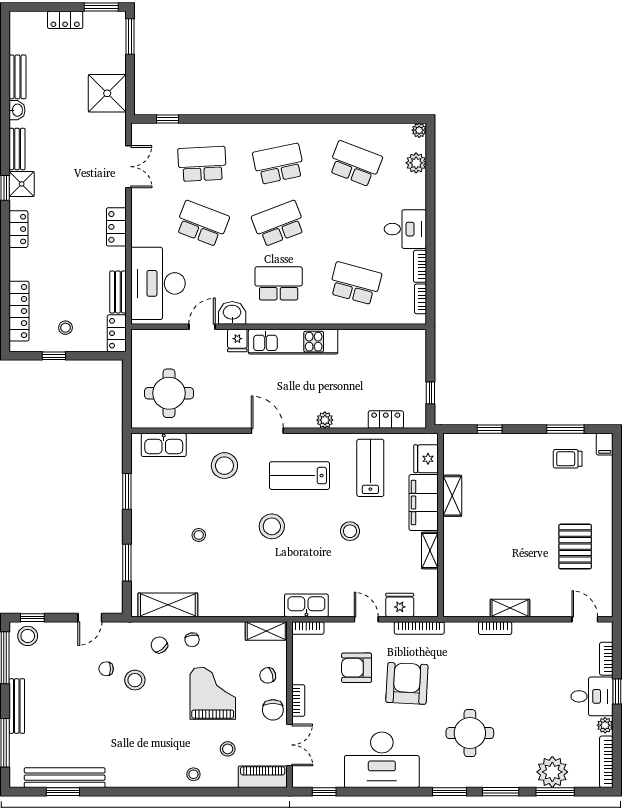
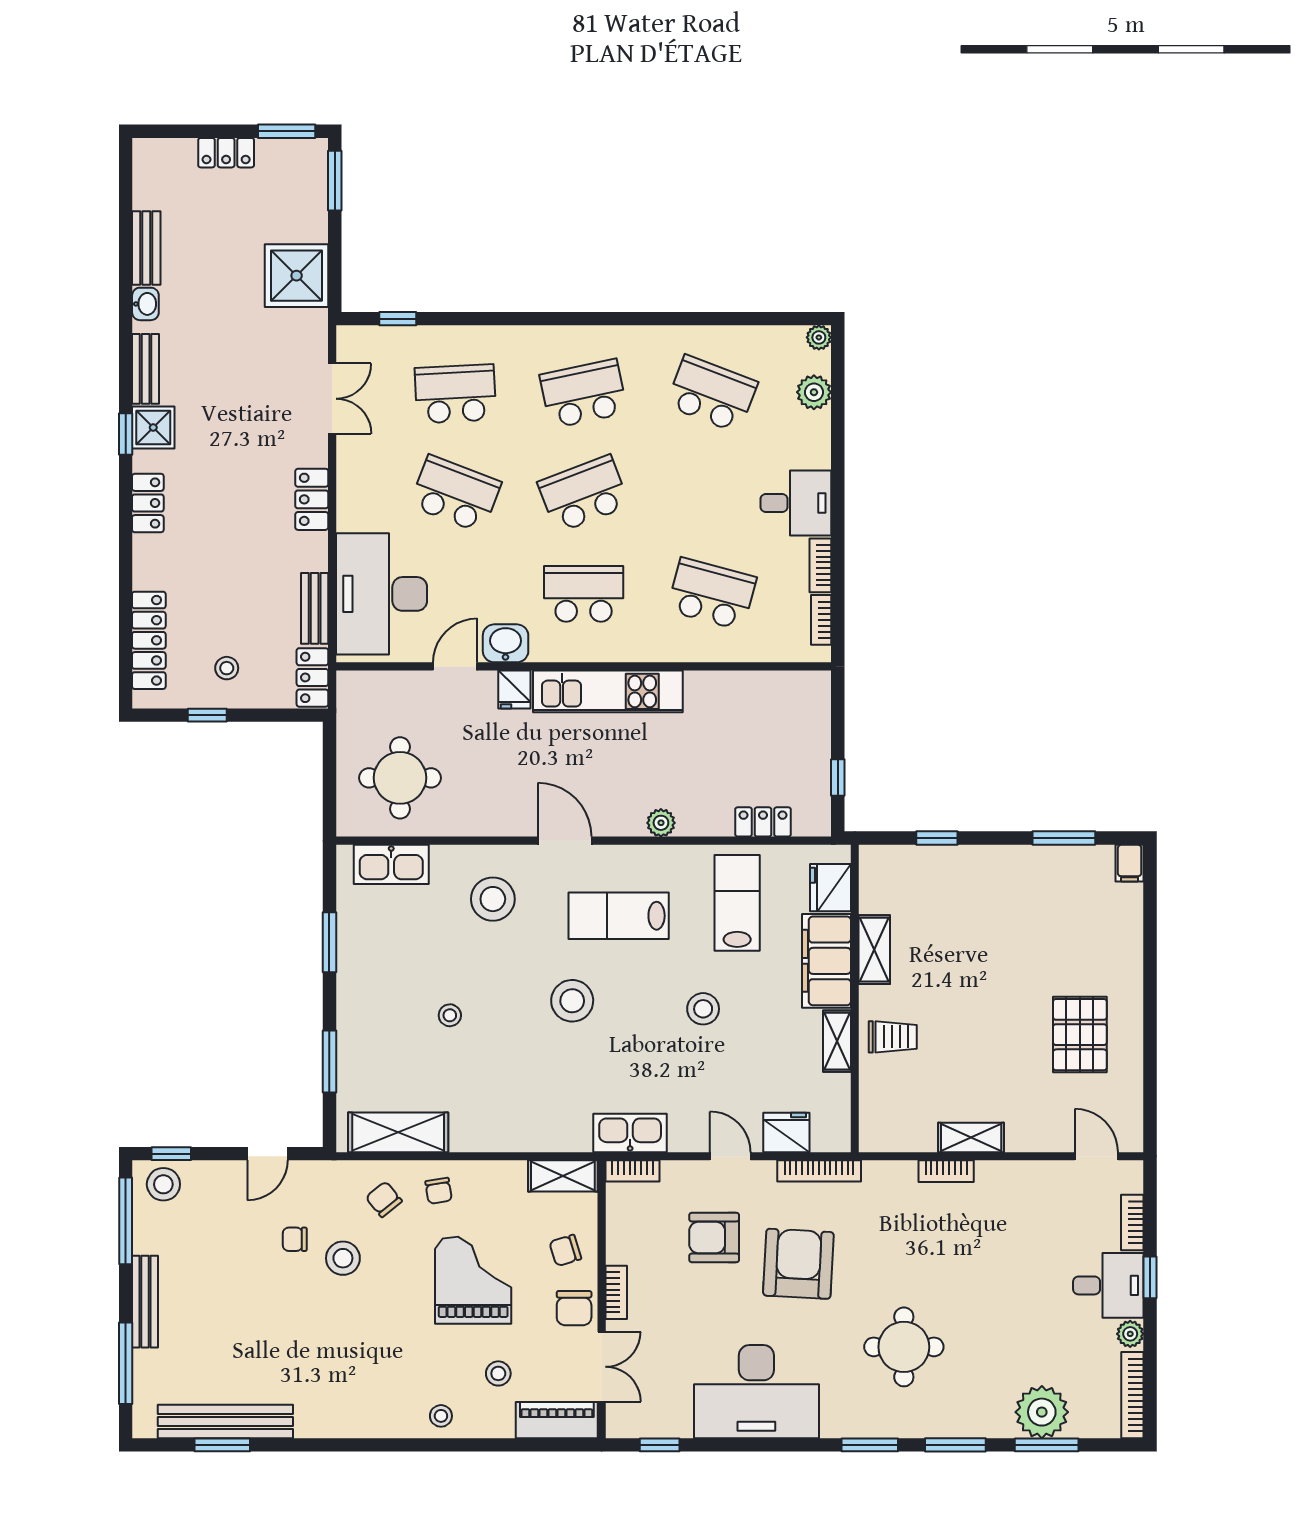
trolley: (568, 459) -> (893, 1037), moved, turned 180

